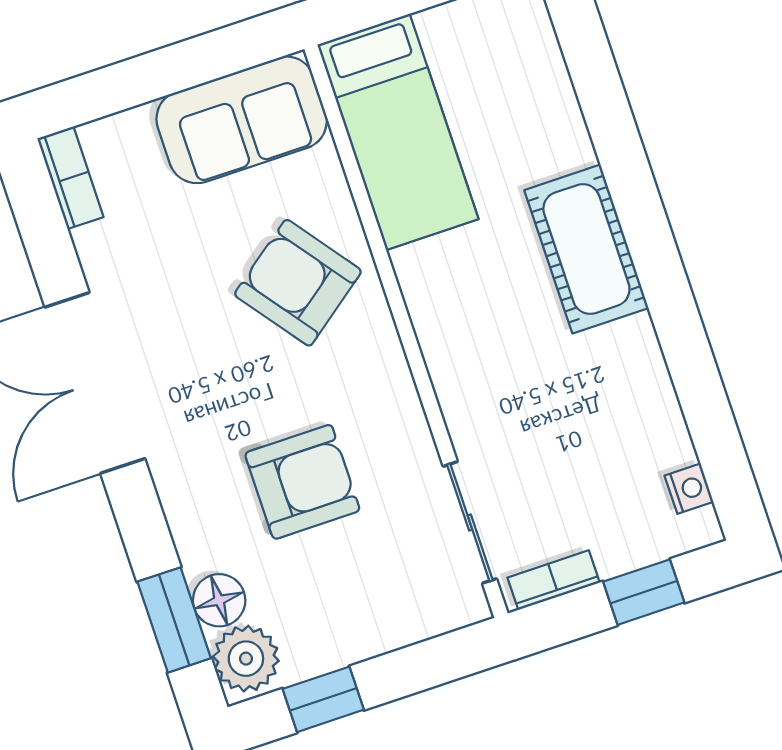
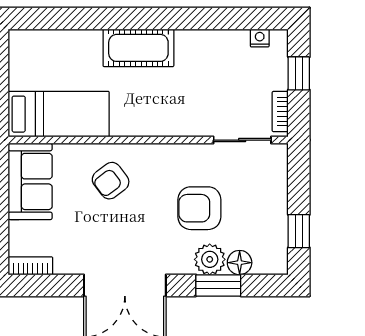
armchair: (298, 283) -> (111, 181), width x0.72, depth x0.72
armchair: (302, 482) -> (199, 208), turned -90
window: (174, 620) -> (218, 285), moved
plant: (246, 659) -> (210, 259), moved

